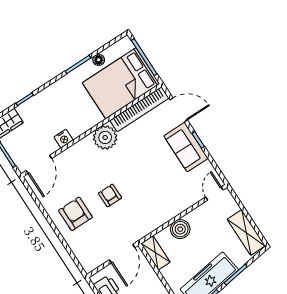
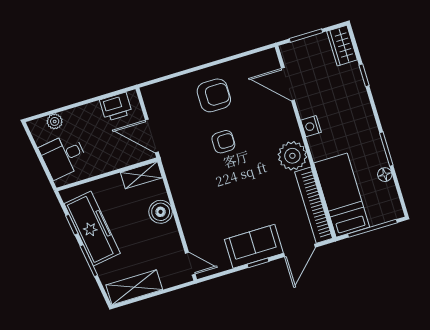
bed: (121, 83) -> (342, 195), width x0.67
nightstand: (64, 139) -> (311, 126), moved
door: (39, 165) -> (288, 84), moved

